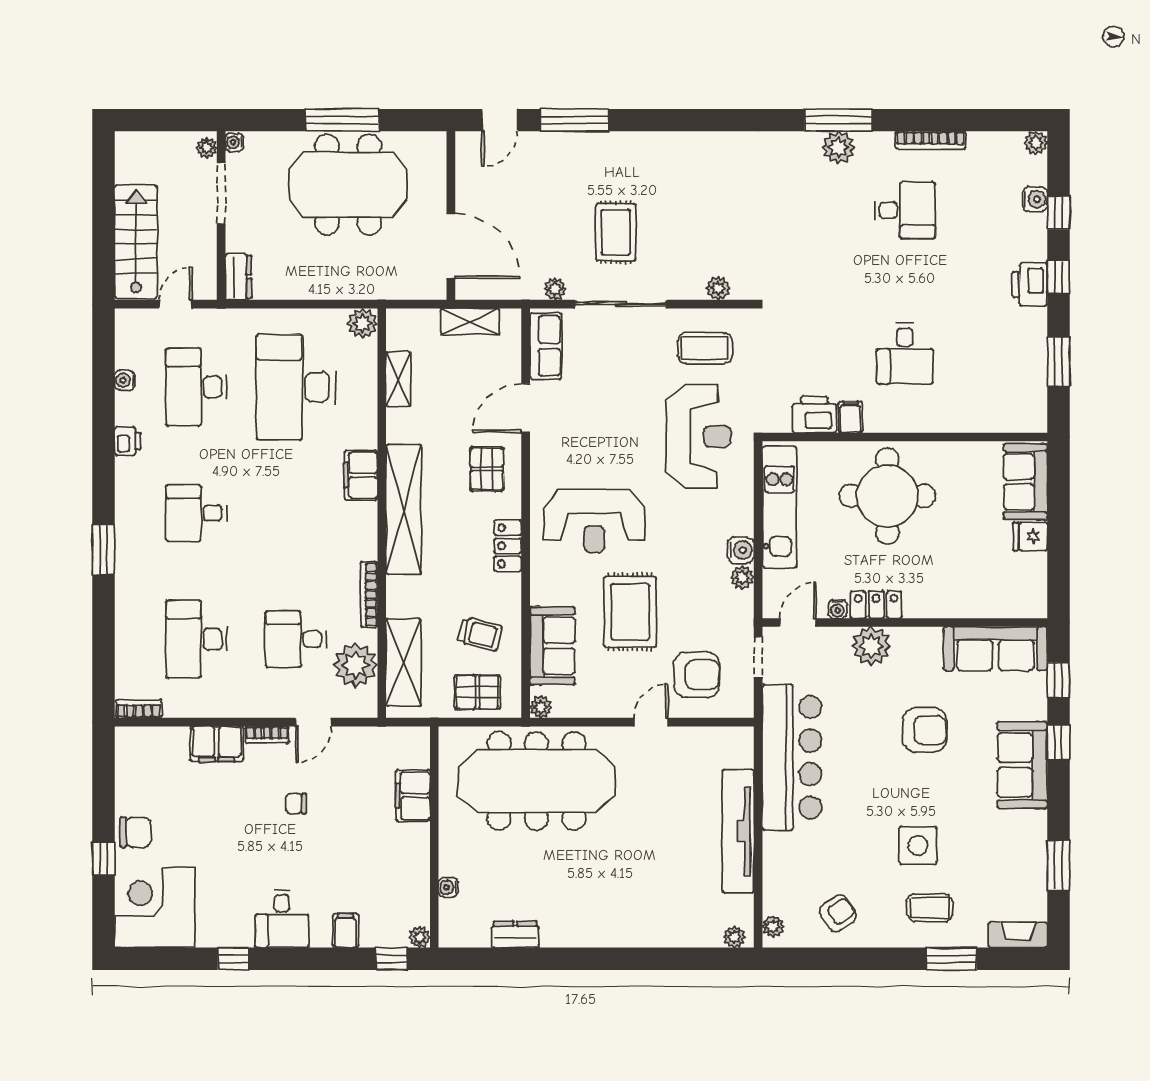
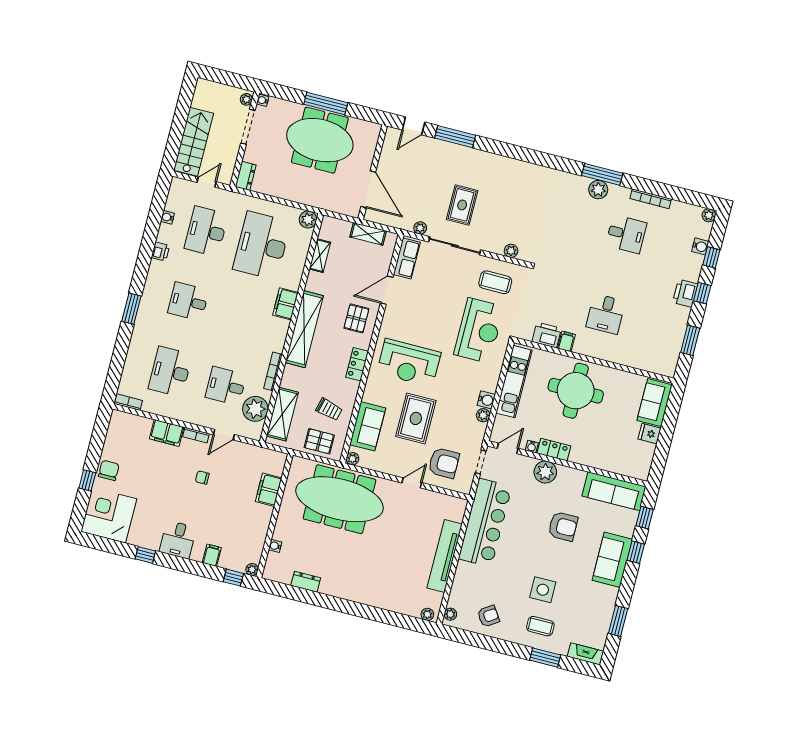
chair: (135, 832) -> (109, 470), turned -90

